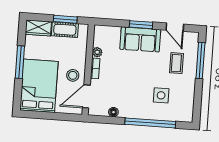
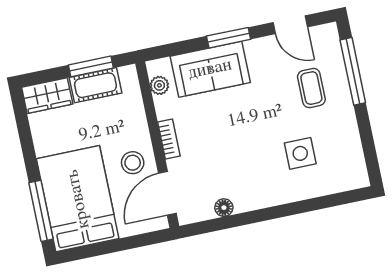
sofa: (140, 39) -> (210, 69), moved
plant: (97, 52) -> (159, 85), moved
window: (20, 62) -> (41, 211), moved
window: (150, 123) -> (295, 208), removed

